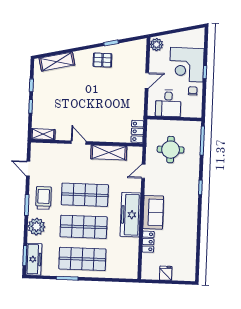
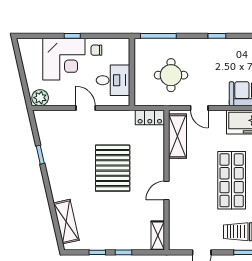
pallet: (102, 60) -> (113, 168), moved, width x2.05, depth x2.00
shelving: (109, 152) -> (178, 136), moved

